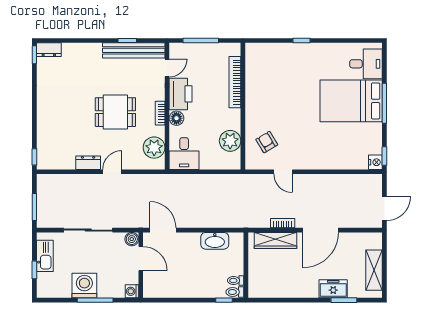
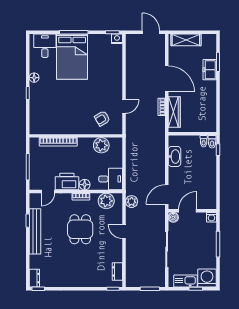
floor lamp: (322, 49) -> (34, 78), added
bench: (134, 50) -> (35, 231), moved
door: (167, 68) -> (48, 191), swing flipped
dresser: (88, 163) -> (117, 271), moved
plant: (153, 182) -> (132, 202), added
shelving: (374, 270) -> (186, 40), moved
washing machine: (84, 286) -> (207, 278), moved, turned 90

